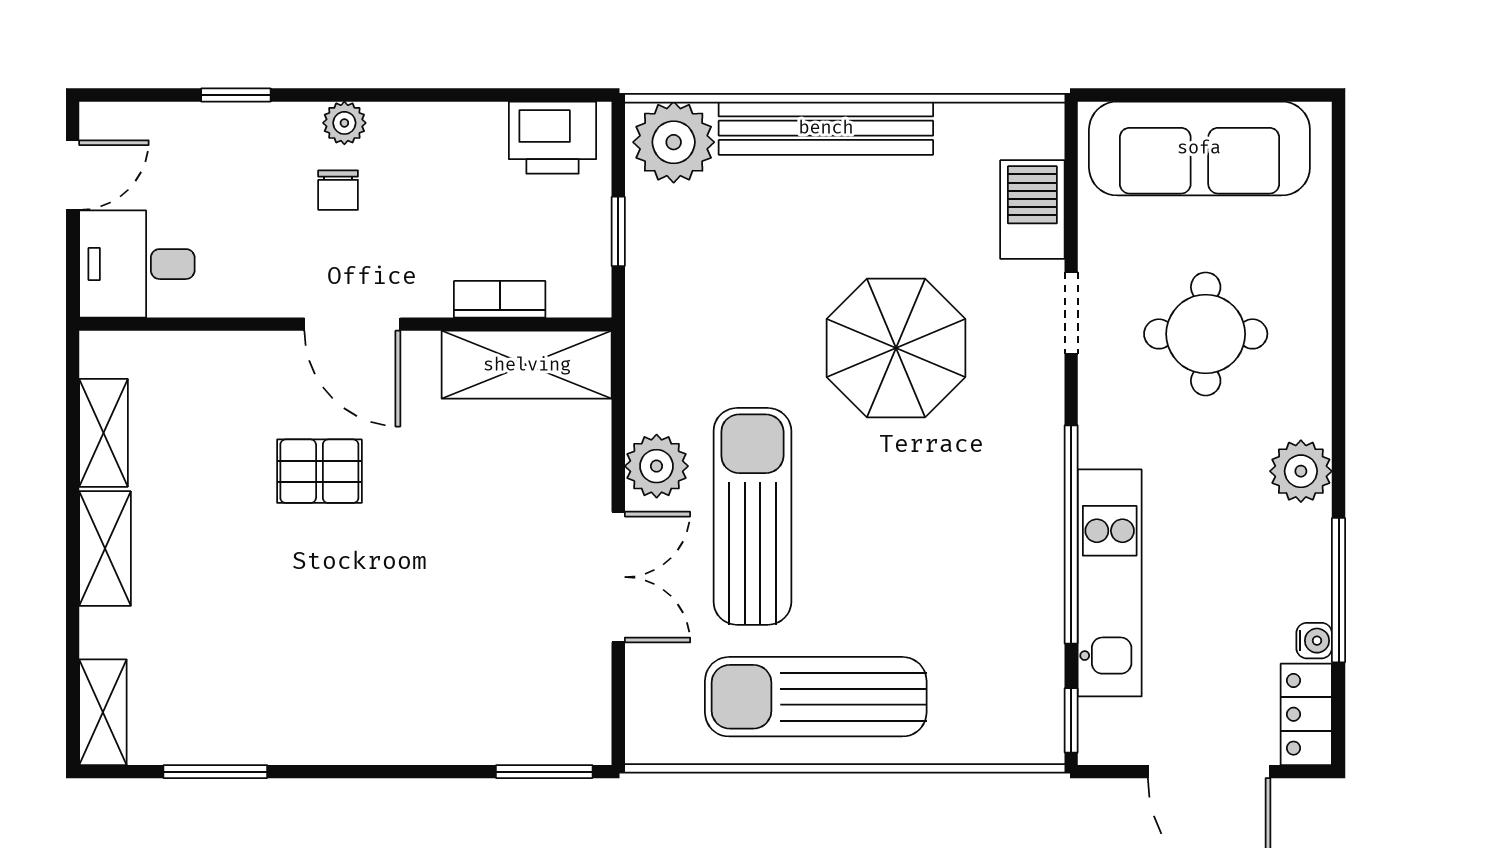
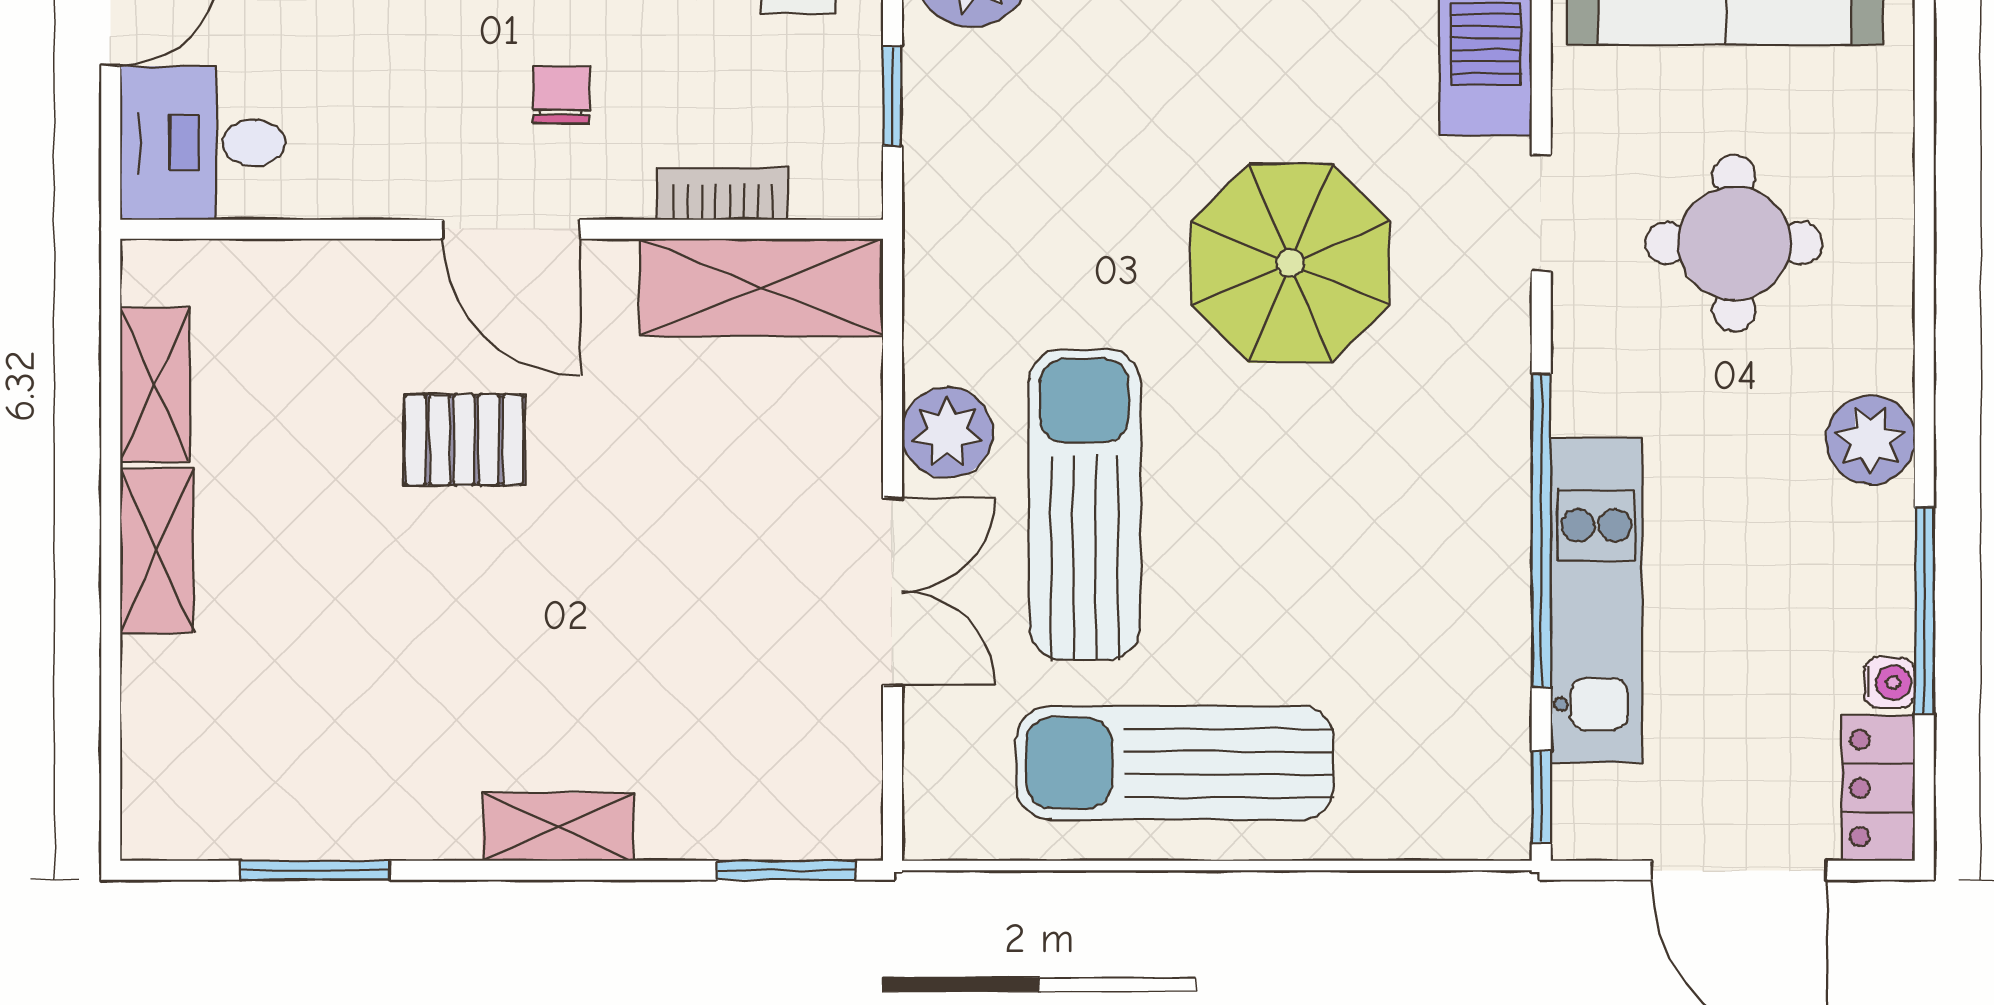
chair: (338, 190) -> (561, 95), moved, turned 180
shelving: (103, 712) -> (558, 827), moved, turned 90

